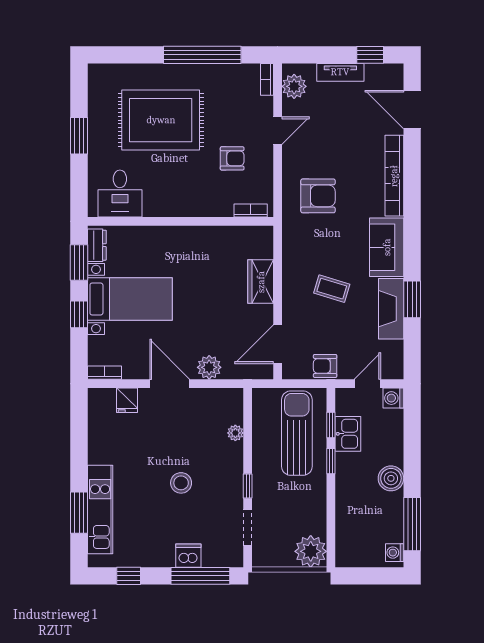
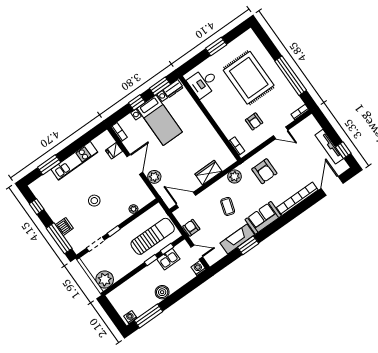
tv unit: (340, 72) -> (329, 147), width x1.41
plant: (294, 86) -> (235, 177), moved
kitchen unit: (100, 509) -> (74, 161), moved

